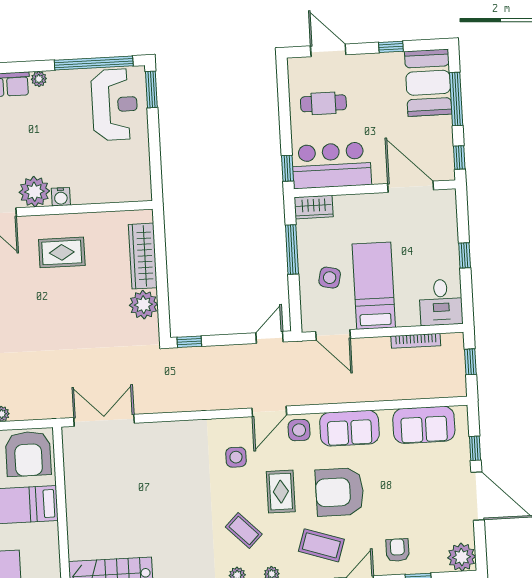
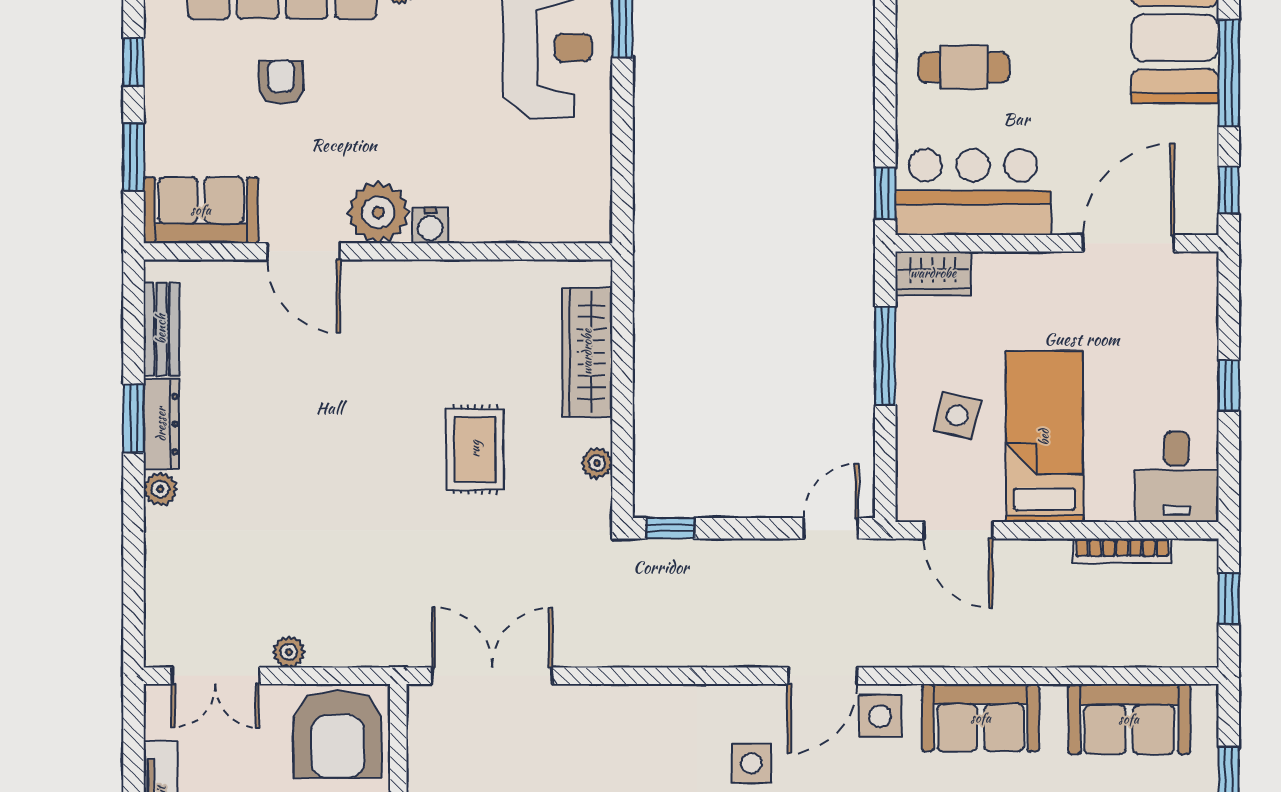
door: (411, 187) -> (1129, 243), hinge flipped
rug: (62, 252) -> (475, 449), moved, turned 90
plant: (143, 305) -> (597, 463), width x0.53, depth x0.53

